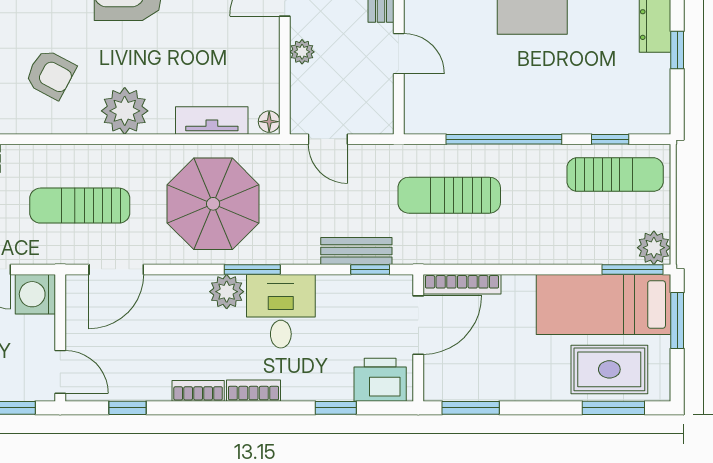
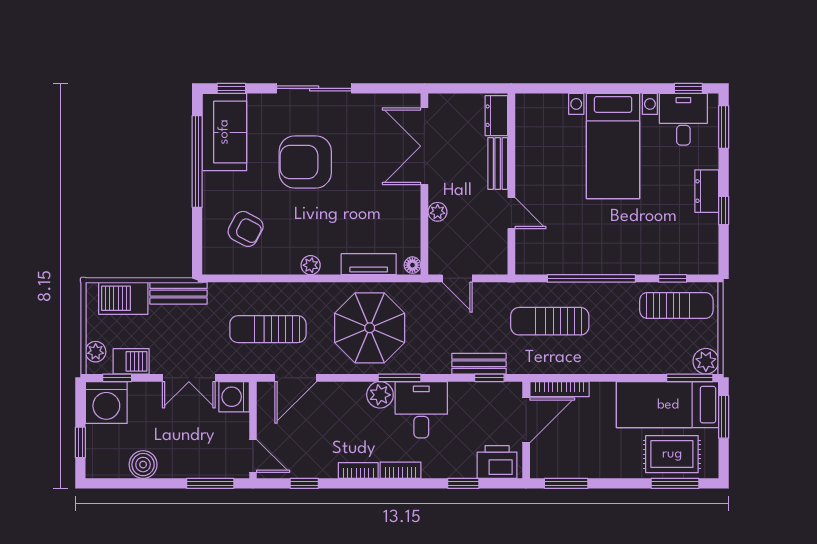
plant: (125, 111) -> (311, 265), width x0.53, depth x0.53

